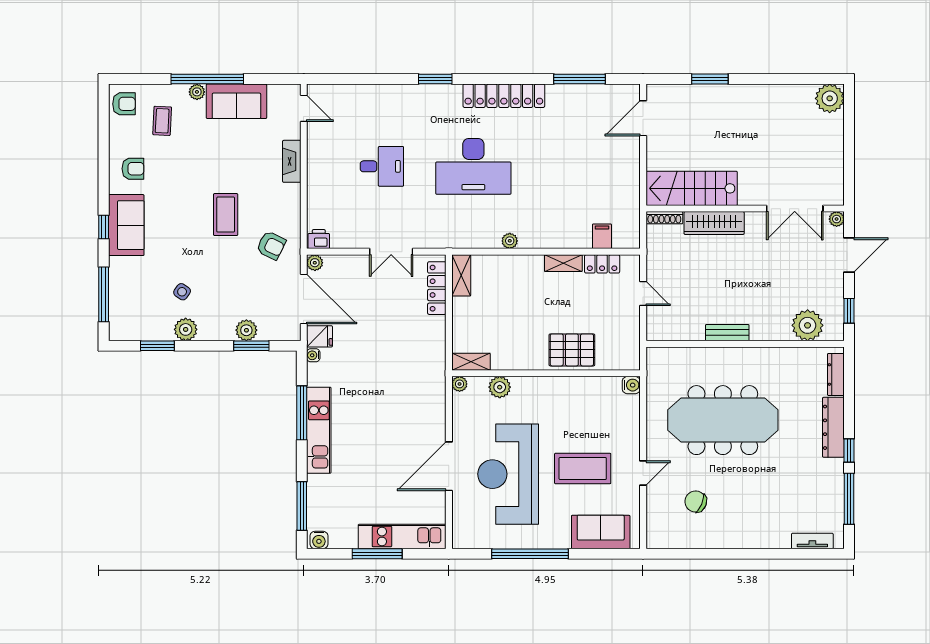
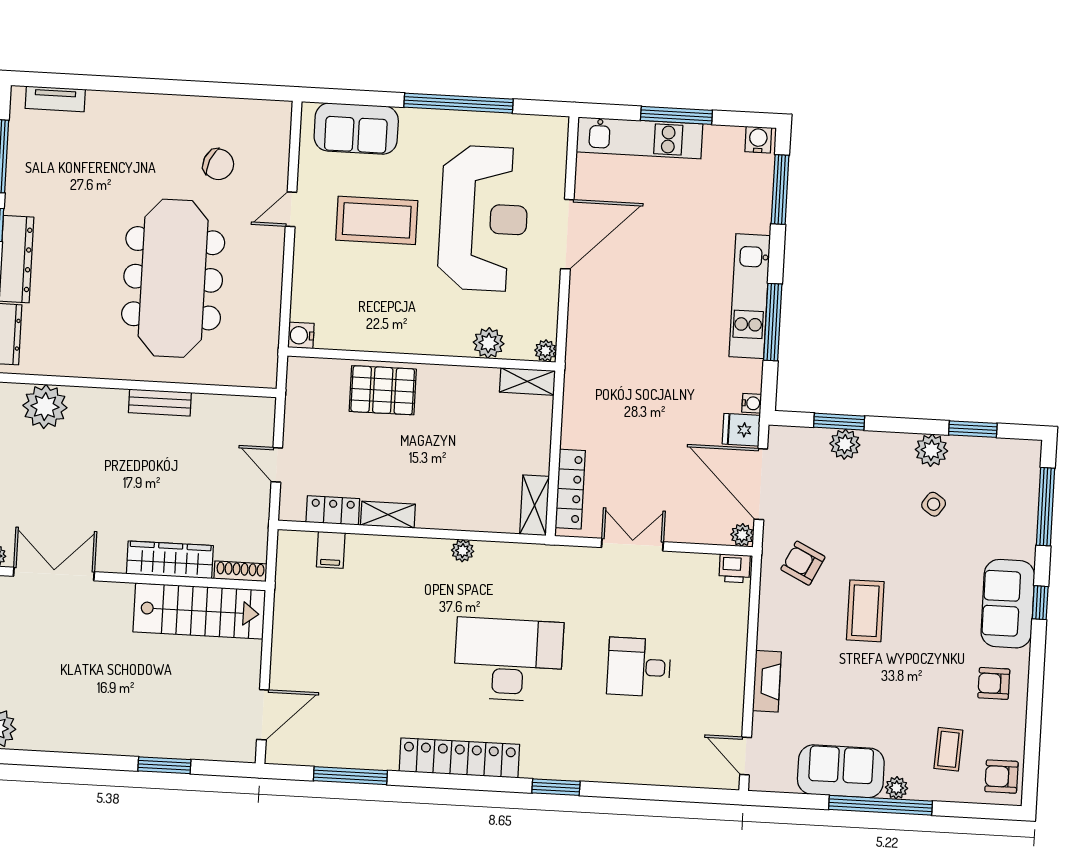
meeting table: (723, 420) -> (173, 278), turned 90

